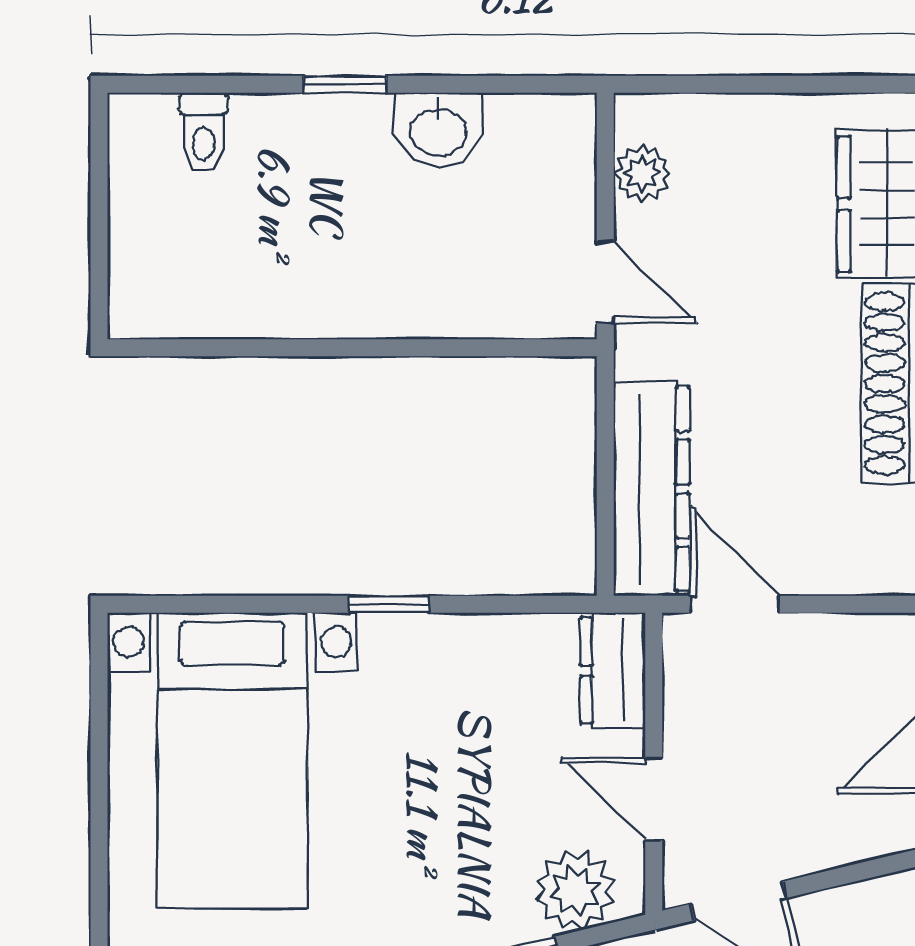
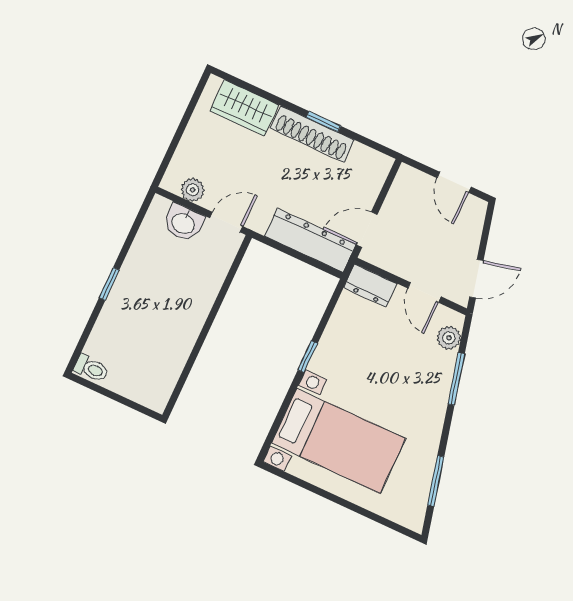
washbasin: (438, 130) -> (183, 223), moved, turned 90
toilet: (204, 132) -> (91, 369), moved
door: (654, 799) -> (424, 292), hinge flipped
plant: (575, 890) -> (449, 338), width x0.73, depth x0.73

